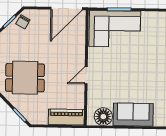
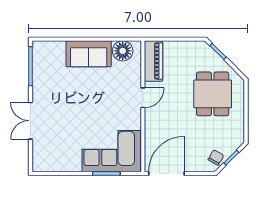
dining table: (25, 78) -> (213, 94), turned 90
piano: (66, 117) -> (154, 61), moved, turned -90

